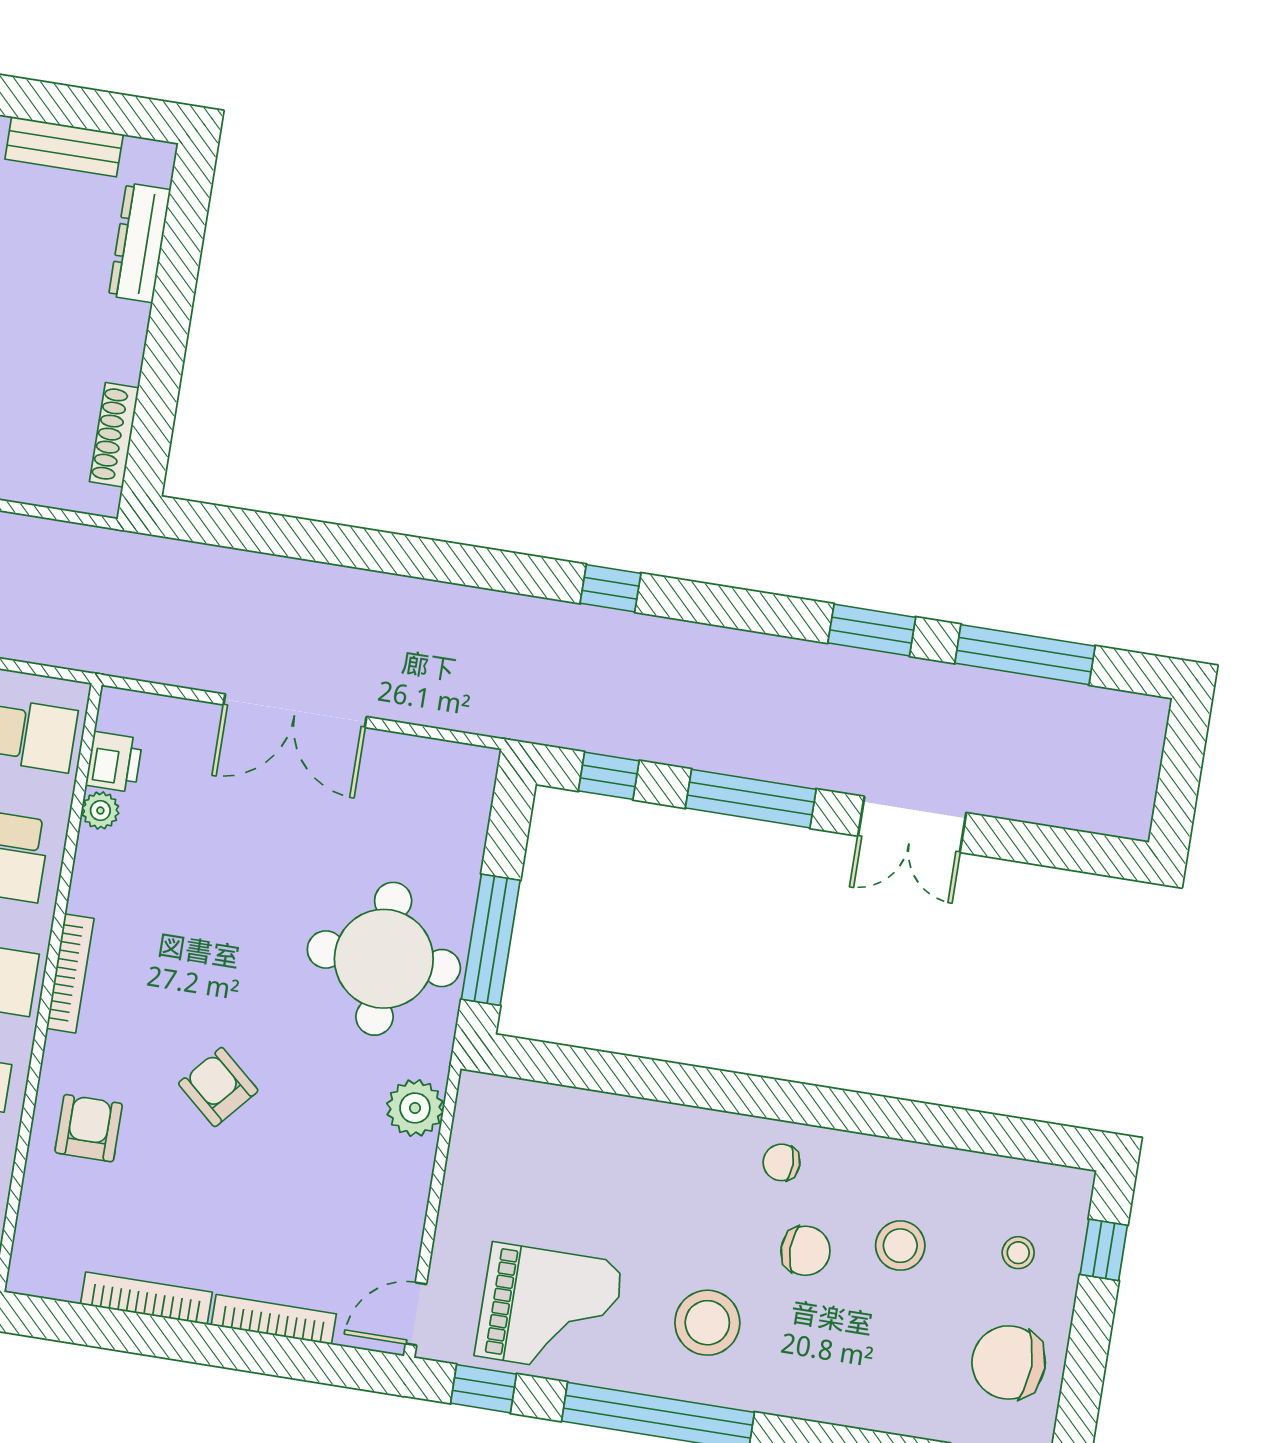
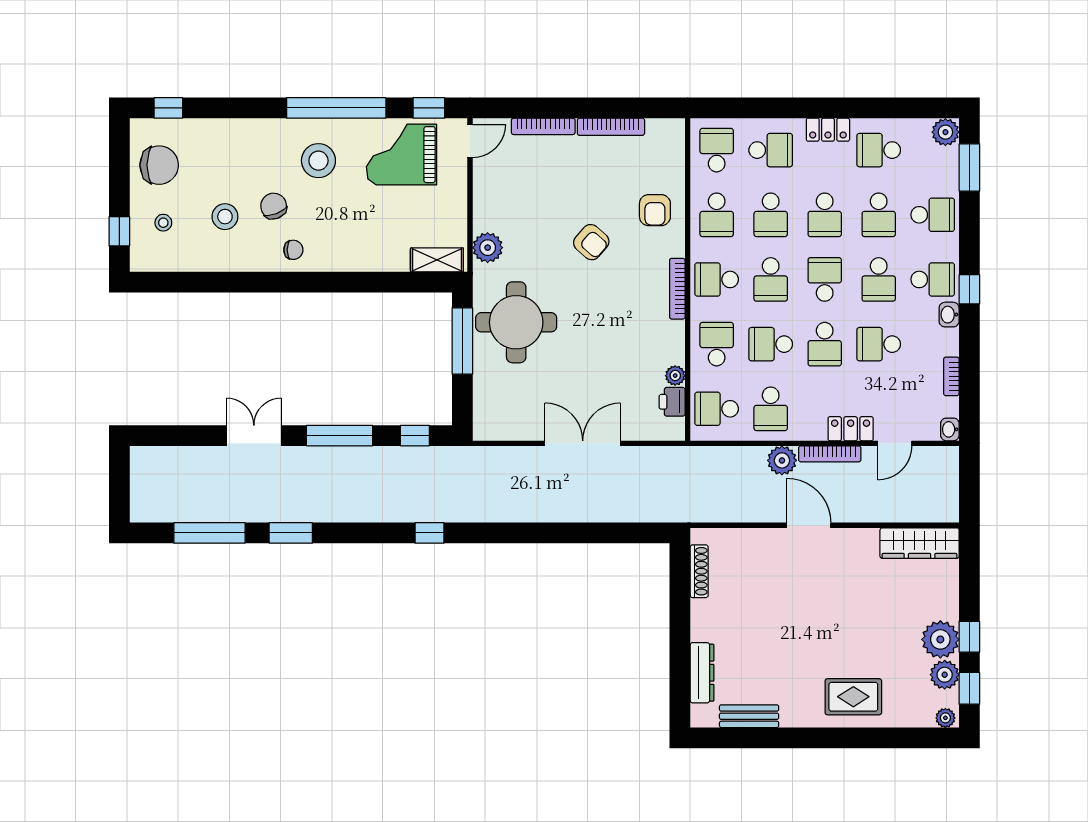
shelving: (514, 1100) -> (437, 260), added
chair: (805, 1251) -> (274, 206), turned 69

